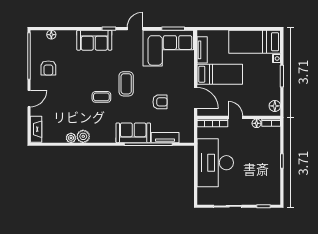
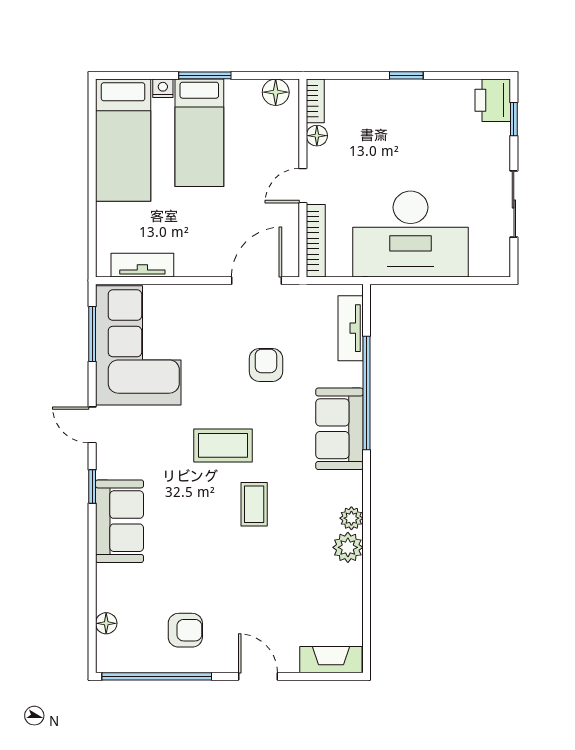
bed: (220, 74) -> (199, 133), moved, turned 180
plant: (71, 138) -> (351, 518), moved
tv unit: (165, 138) -> (351, 328), moved
printer: (271, 197) -> (493, 100), added

